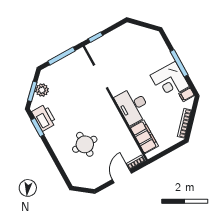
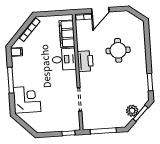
corner desk: (170, 81) -> (27, 99), moved
desk: (133, 106) -> (64, 59), width x0.73
printer: (44, 118) -> (85, 61), moved, turned 180

